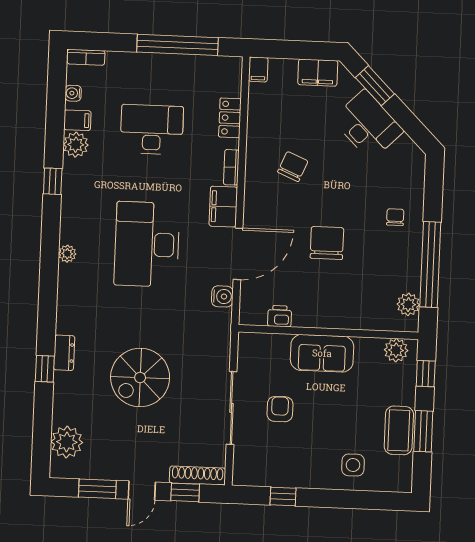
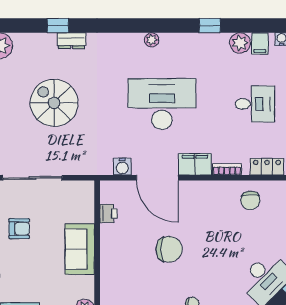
desk: (152, 129) -> (255, 104), width x0.73
chair: (293, 167) -> (250, 200), moved, turned 67
armchair: (280, 409) -> (19, 229), moved

